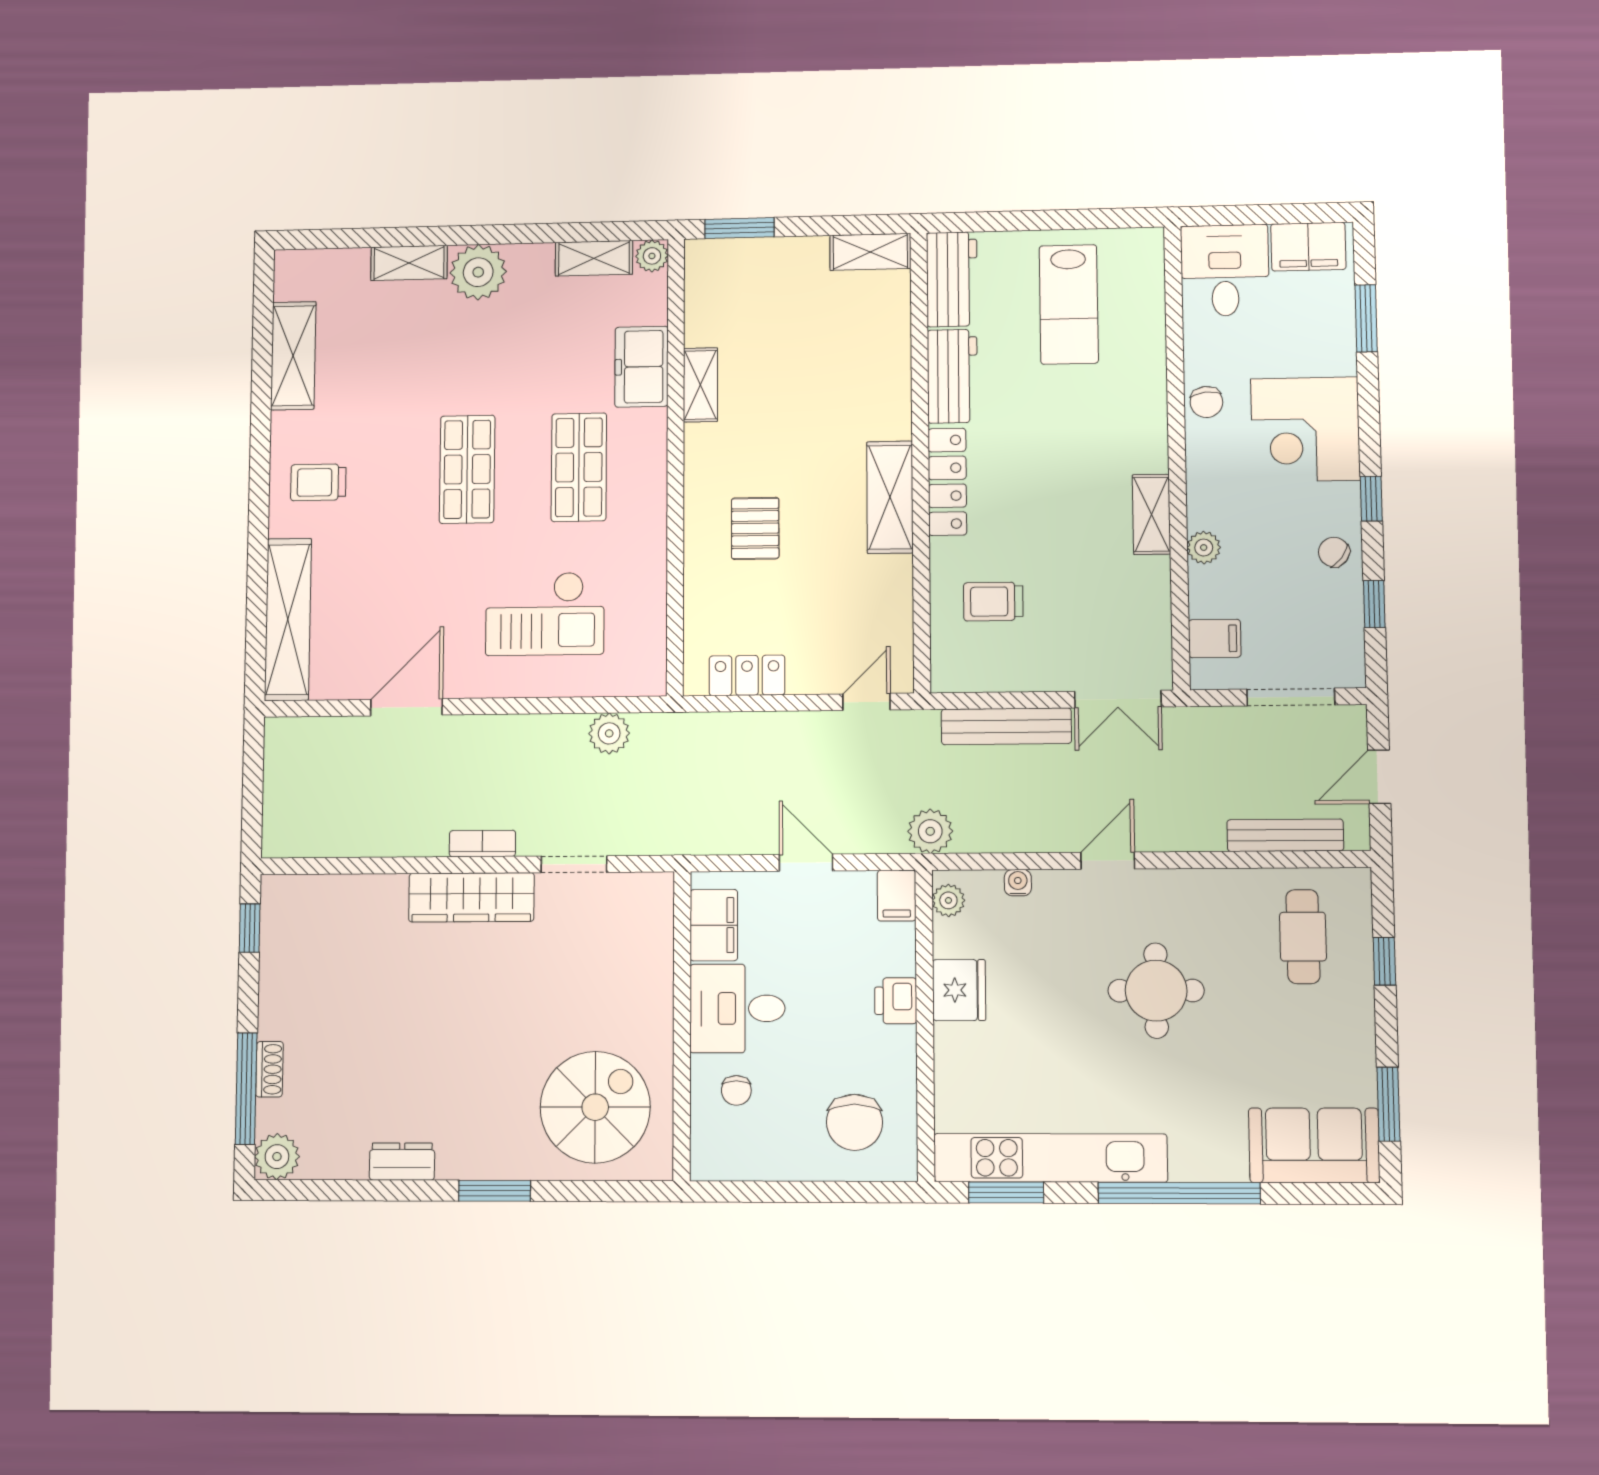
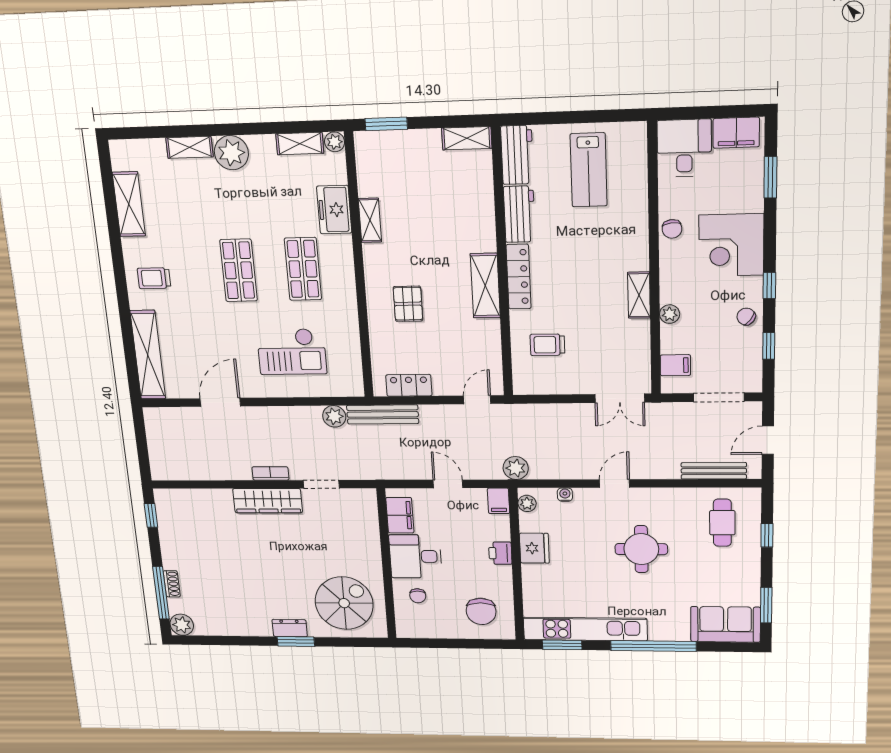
bench: (1006, 726) -> (383, 414), moved
dresser: (402, 1162) -> (290, 628), moved

